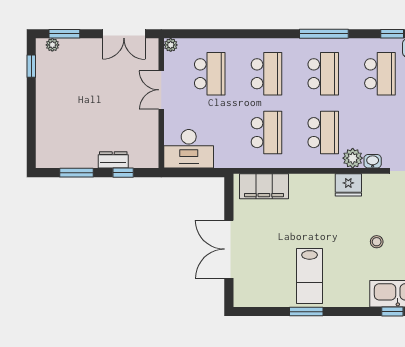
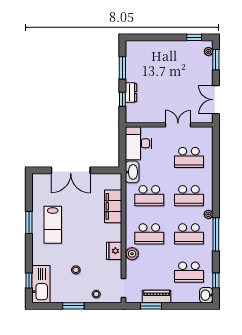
plant: (171, 45) -> (208, 214), moved
washbasin: (373, 161) -> (132, 172), moved, width x1.91, depth x1.45
filing cabinet: (264, 186) -> (113, 206), moved
double door: (229, 249) -> (71, 170), swing flipped
lab bench: (310, 276) -> (53, 225), turned -90

